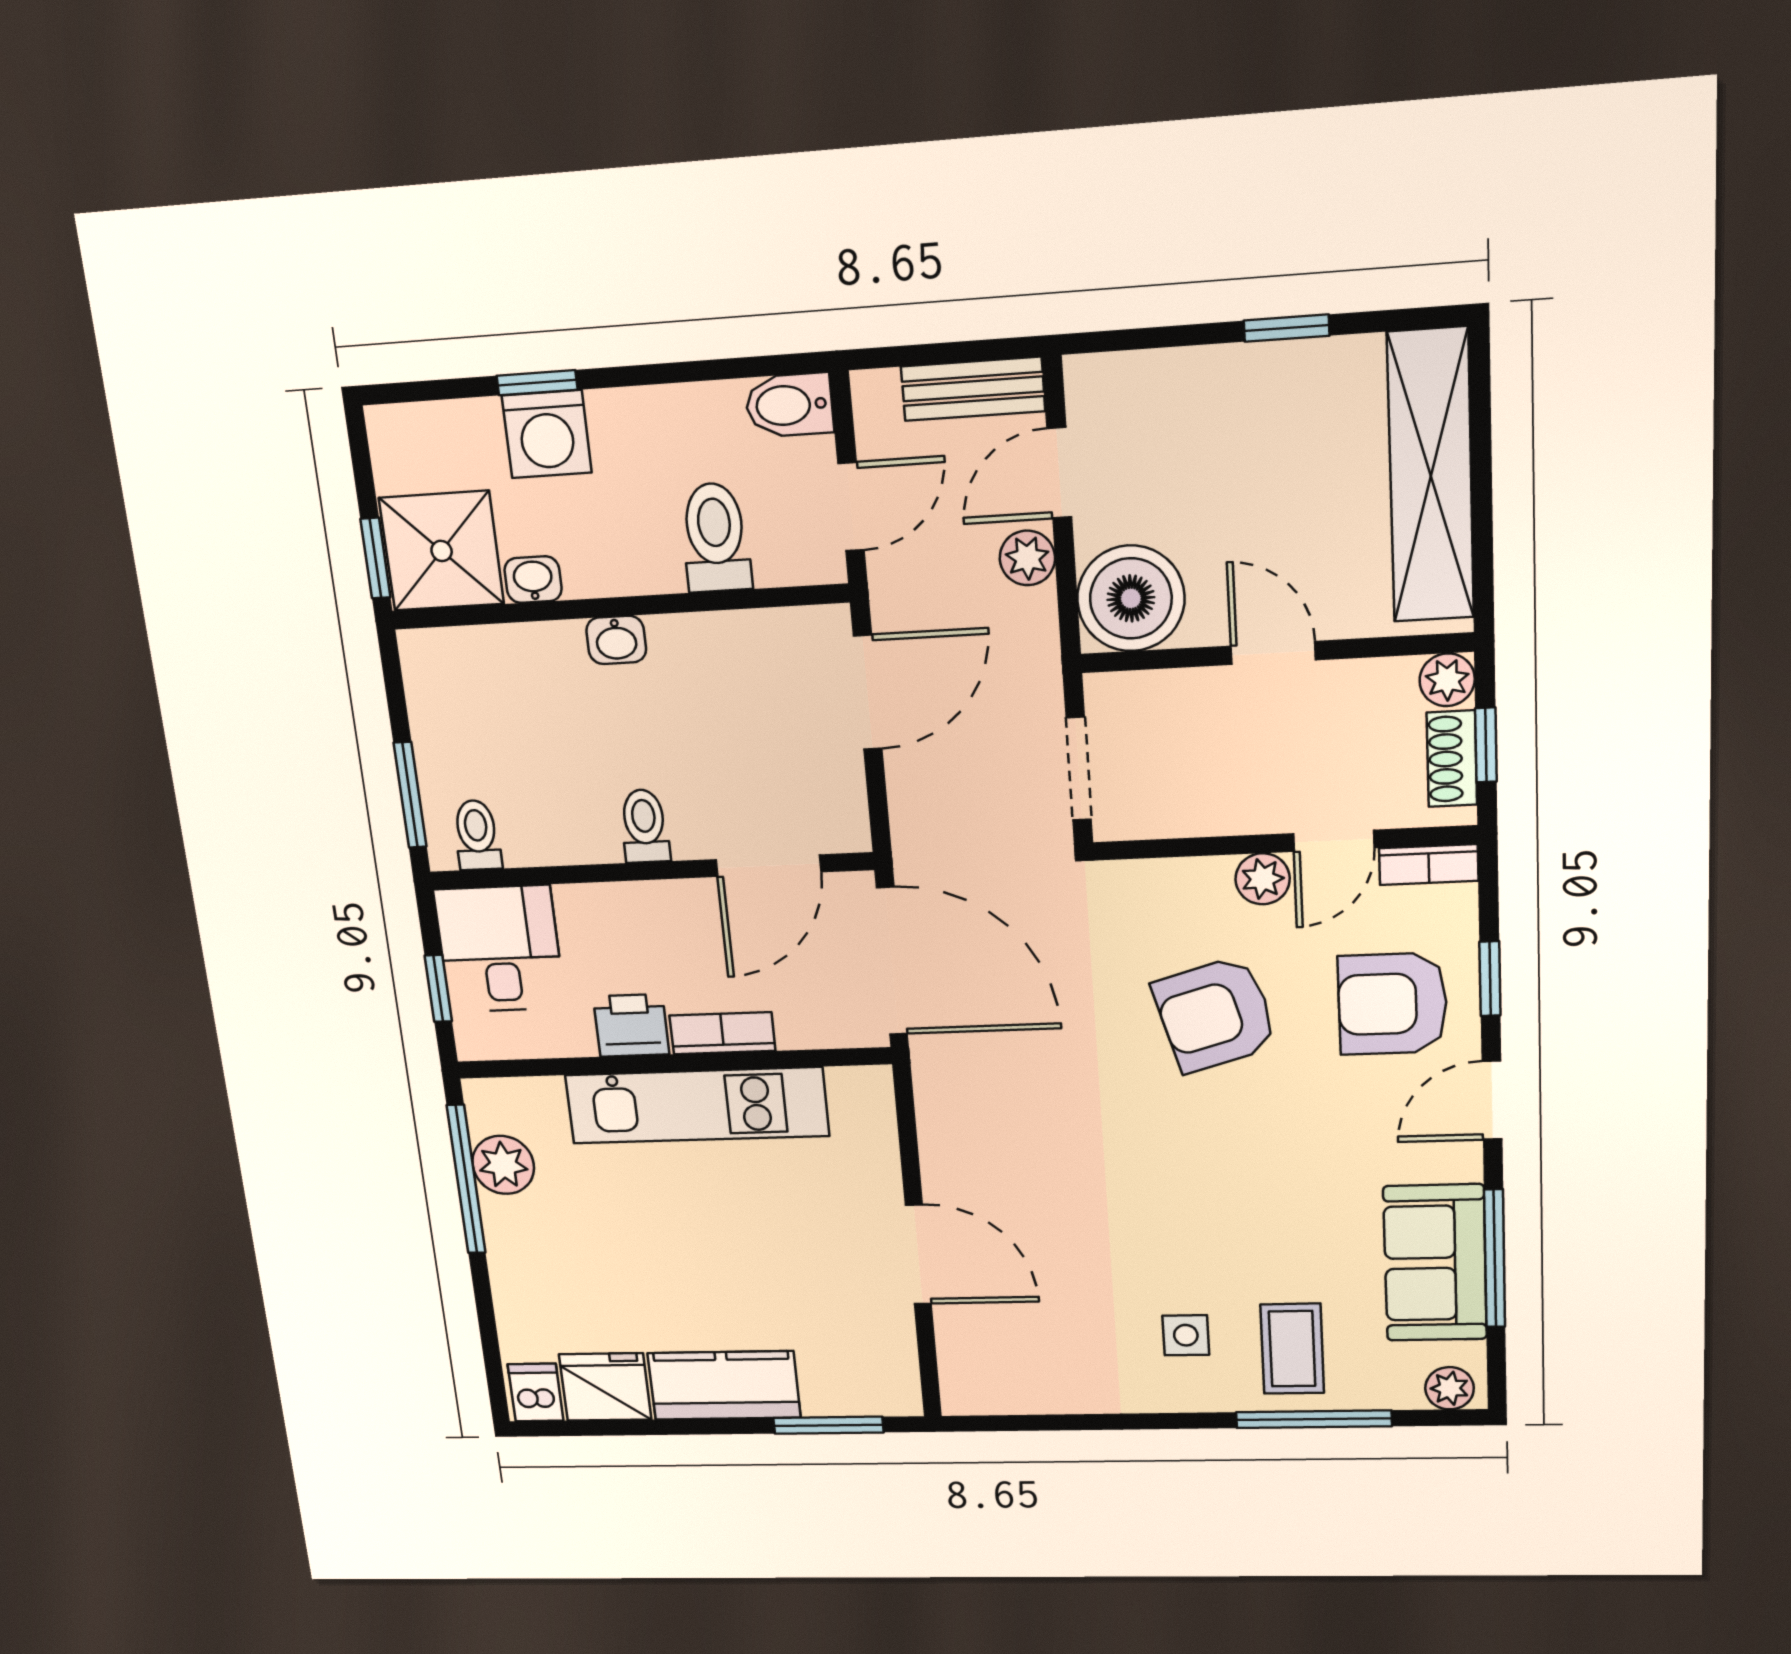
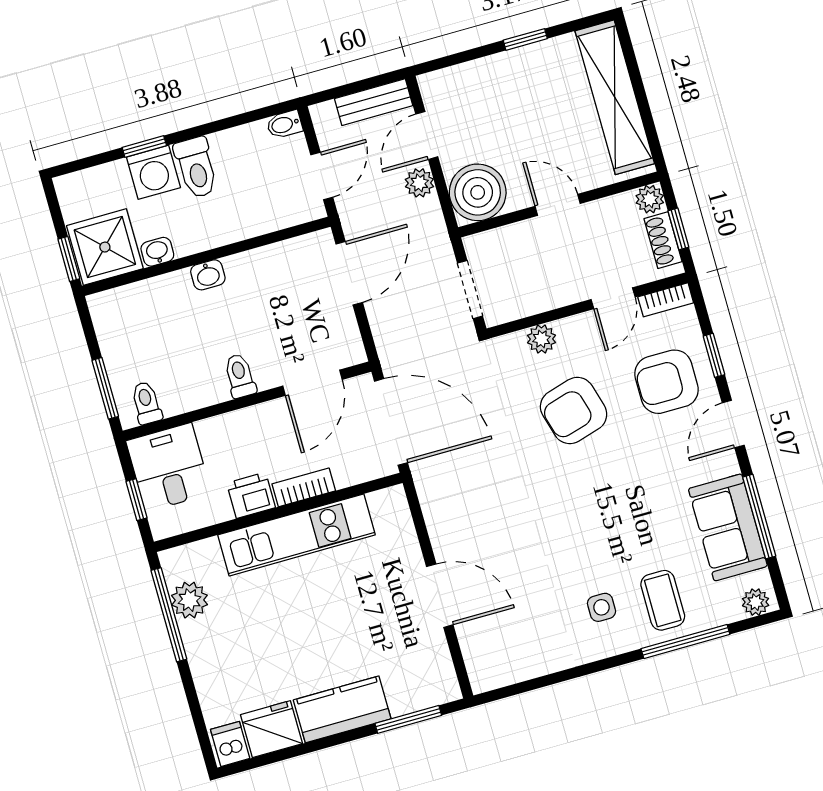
bidet: (789, 405) -> (284, 124), width x0.72, depth x0.74
toilet: (715, 537) -> (196, 168), moved, turned 180
plant: (1263, 879) -> (541, 339), moved

